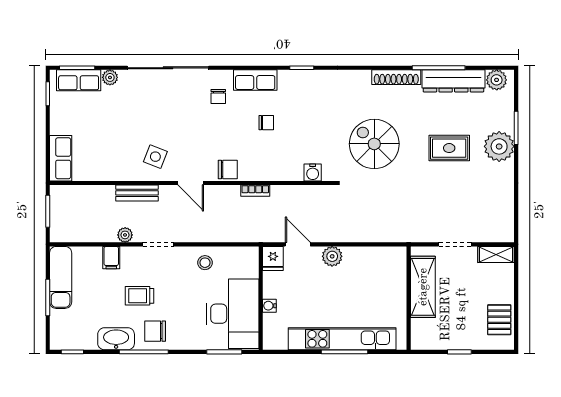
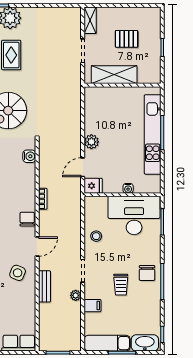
pallet: (499, 320) -> (127, 39), moved
washbasin: (116, 339) -> (145, 343), moved, turned 90

